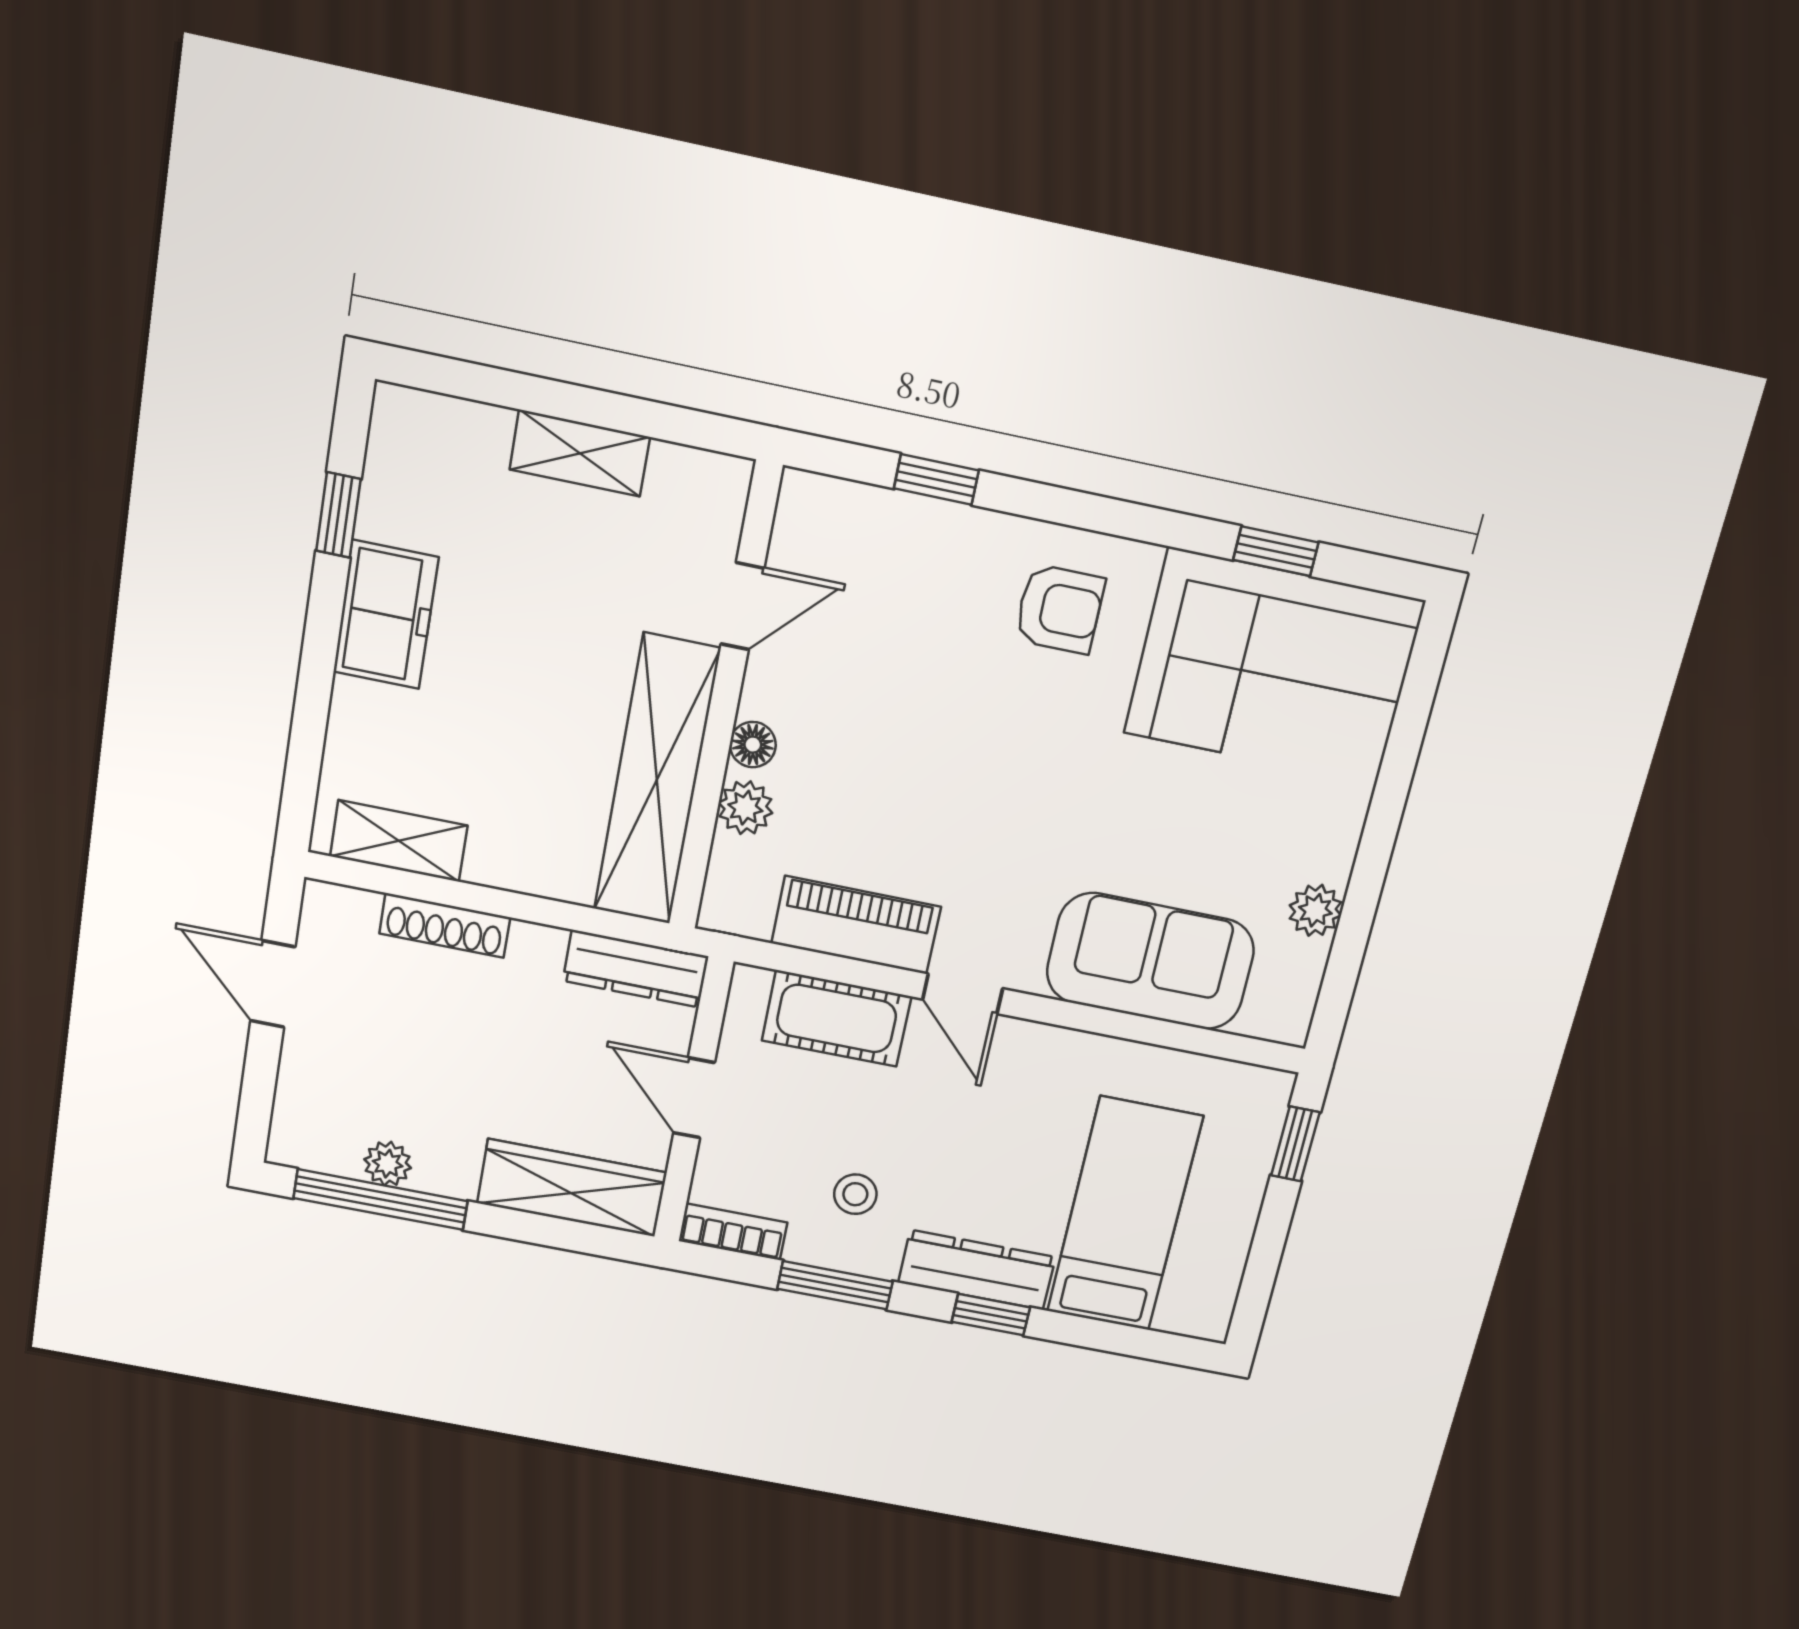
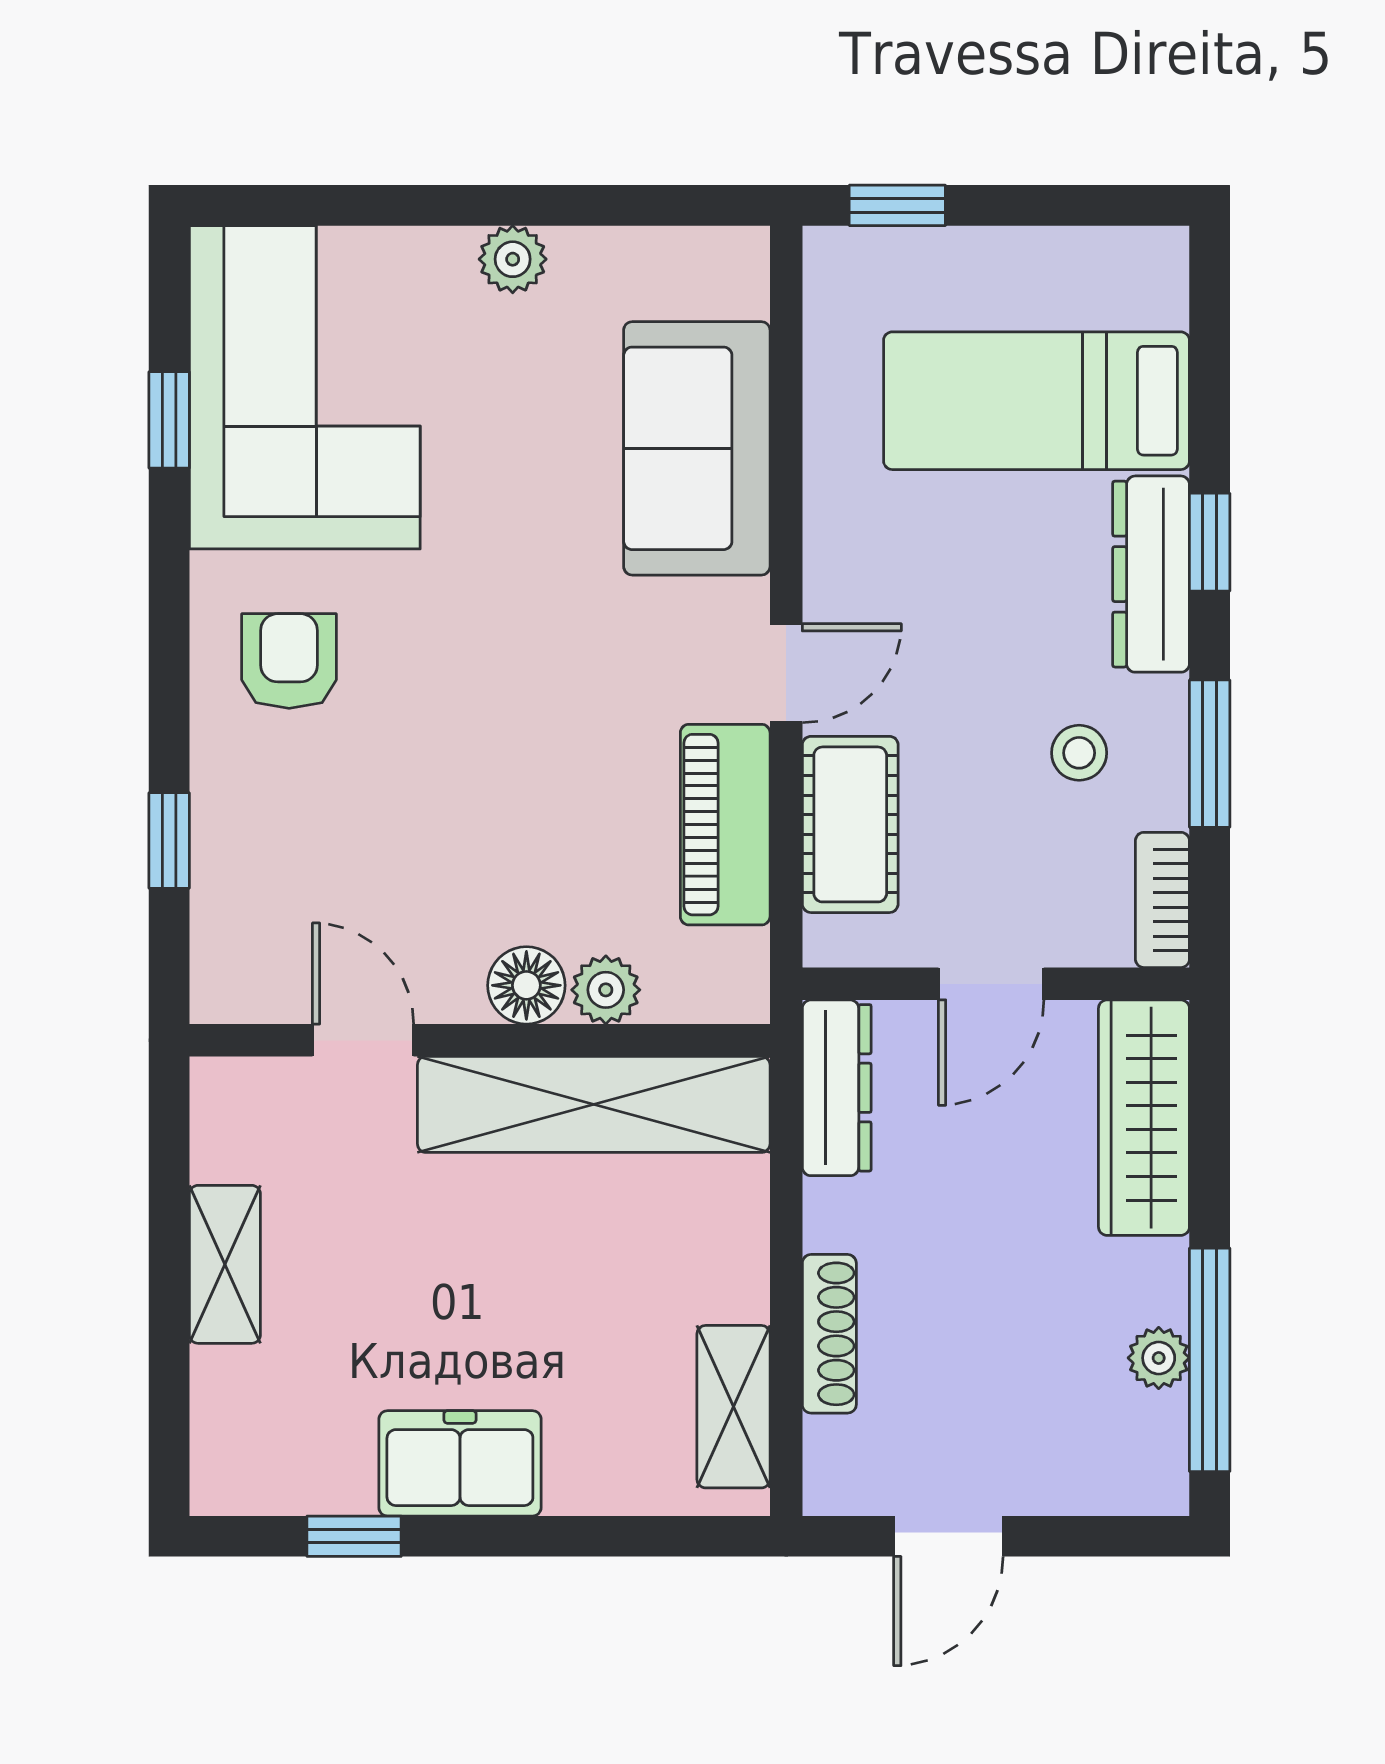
floor lamp: (753, 745) -> (526, 985), width x1.37, depth x1.37
plant: (1315, 910) -> (513, 259), moved

